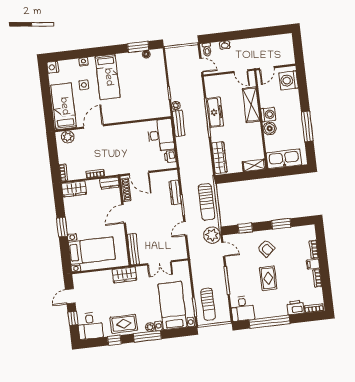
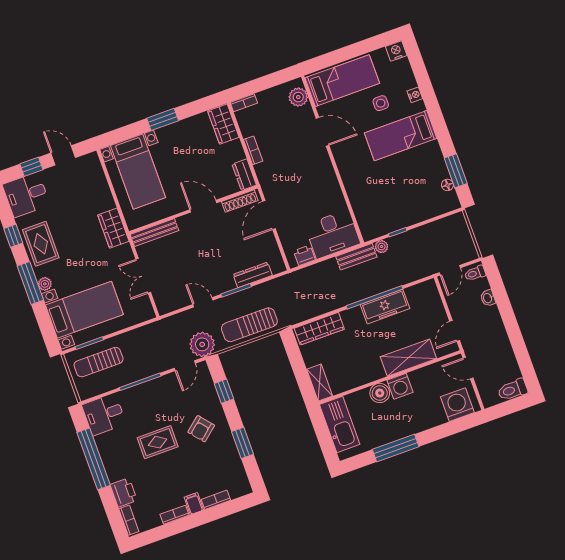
toilet: (287, 43) -> (513, 390), added

